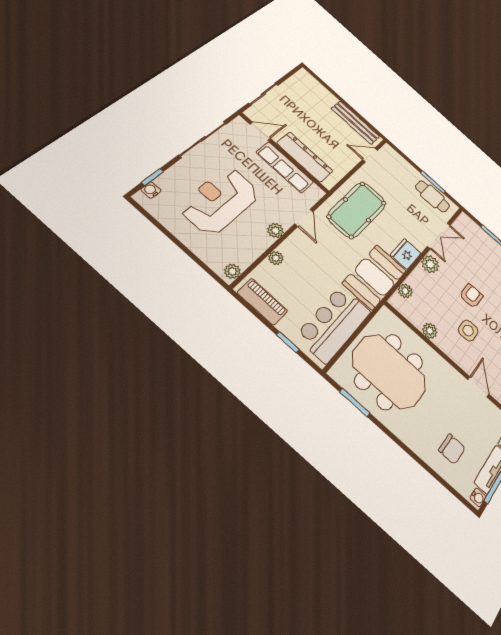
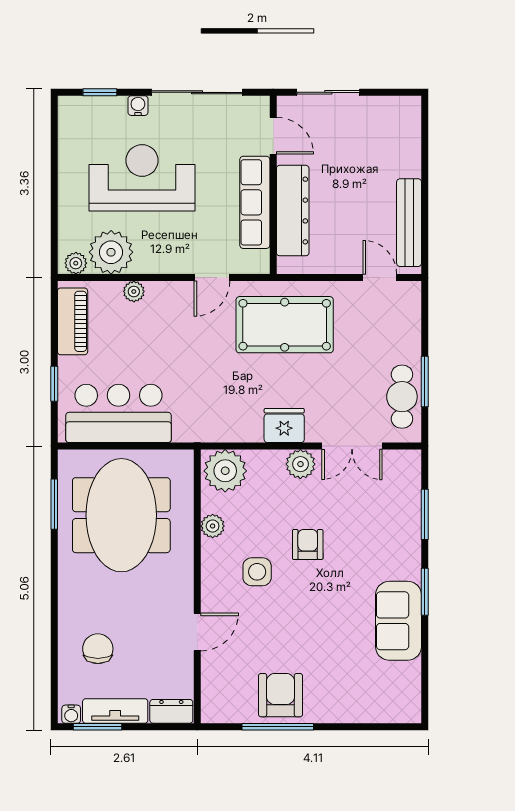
water cooler: (151, 190) -> (138, 106), moved
plant: (275, 230) -> (111, 252), moved, width x1.87, depth x1.87
booth: (375, 277) -> (218, 413), removed
plant: (405, 291) -> (225, 471), width x1.88, depth x1.88
armchair: (471, 296) -> (308, 544), turned -90
chair: (452, 449) -> (98, 649), turned 180

